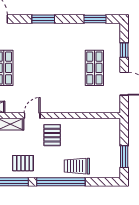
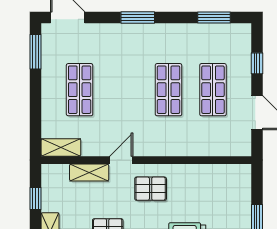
shop shelf: (64, 68) -> (169, 90), added
pallet: (52, 135) -> (151, 189), turned 90

